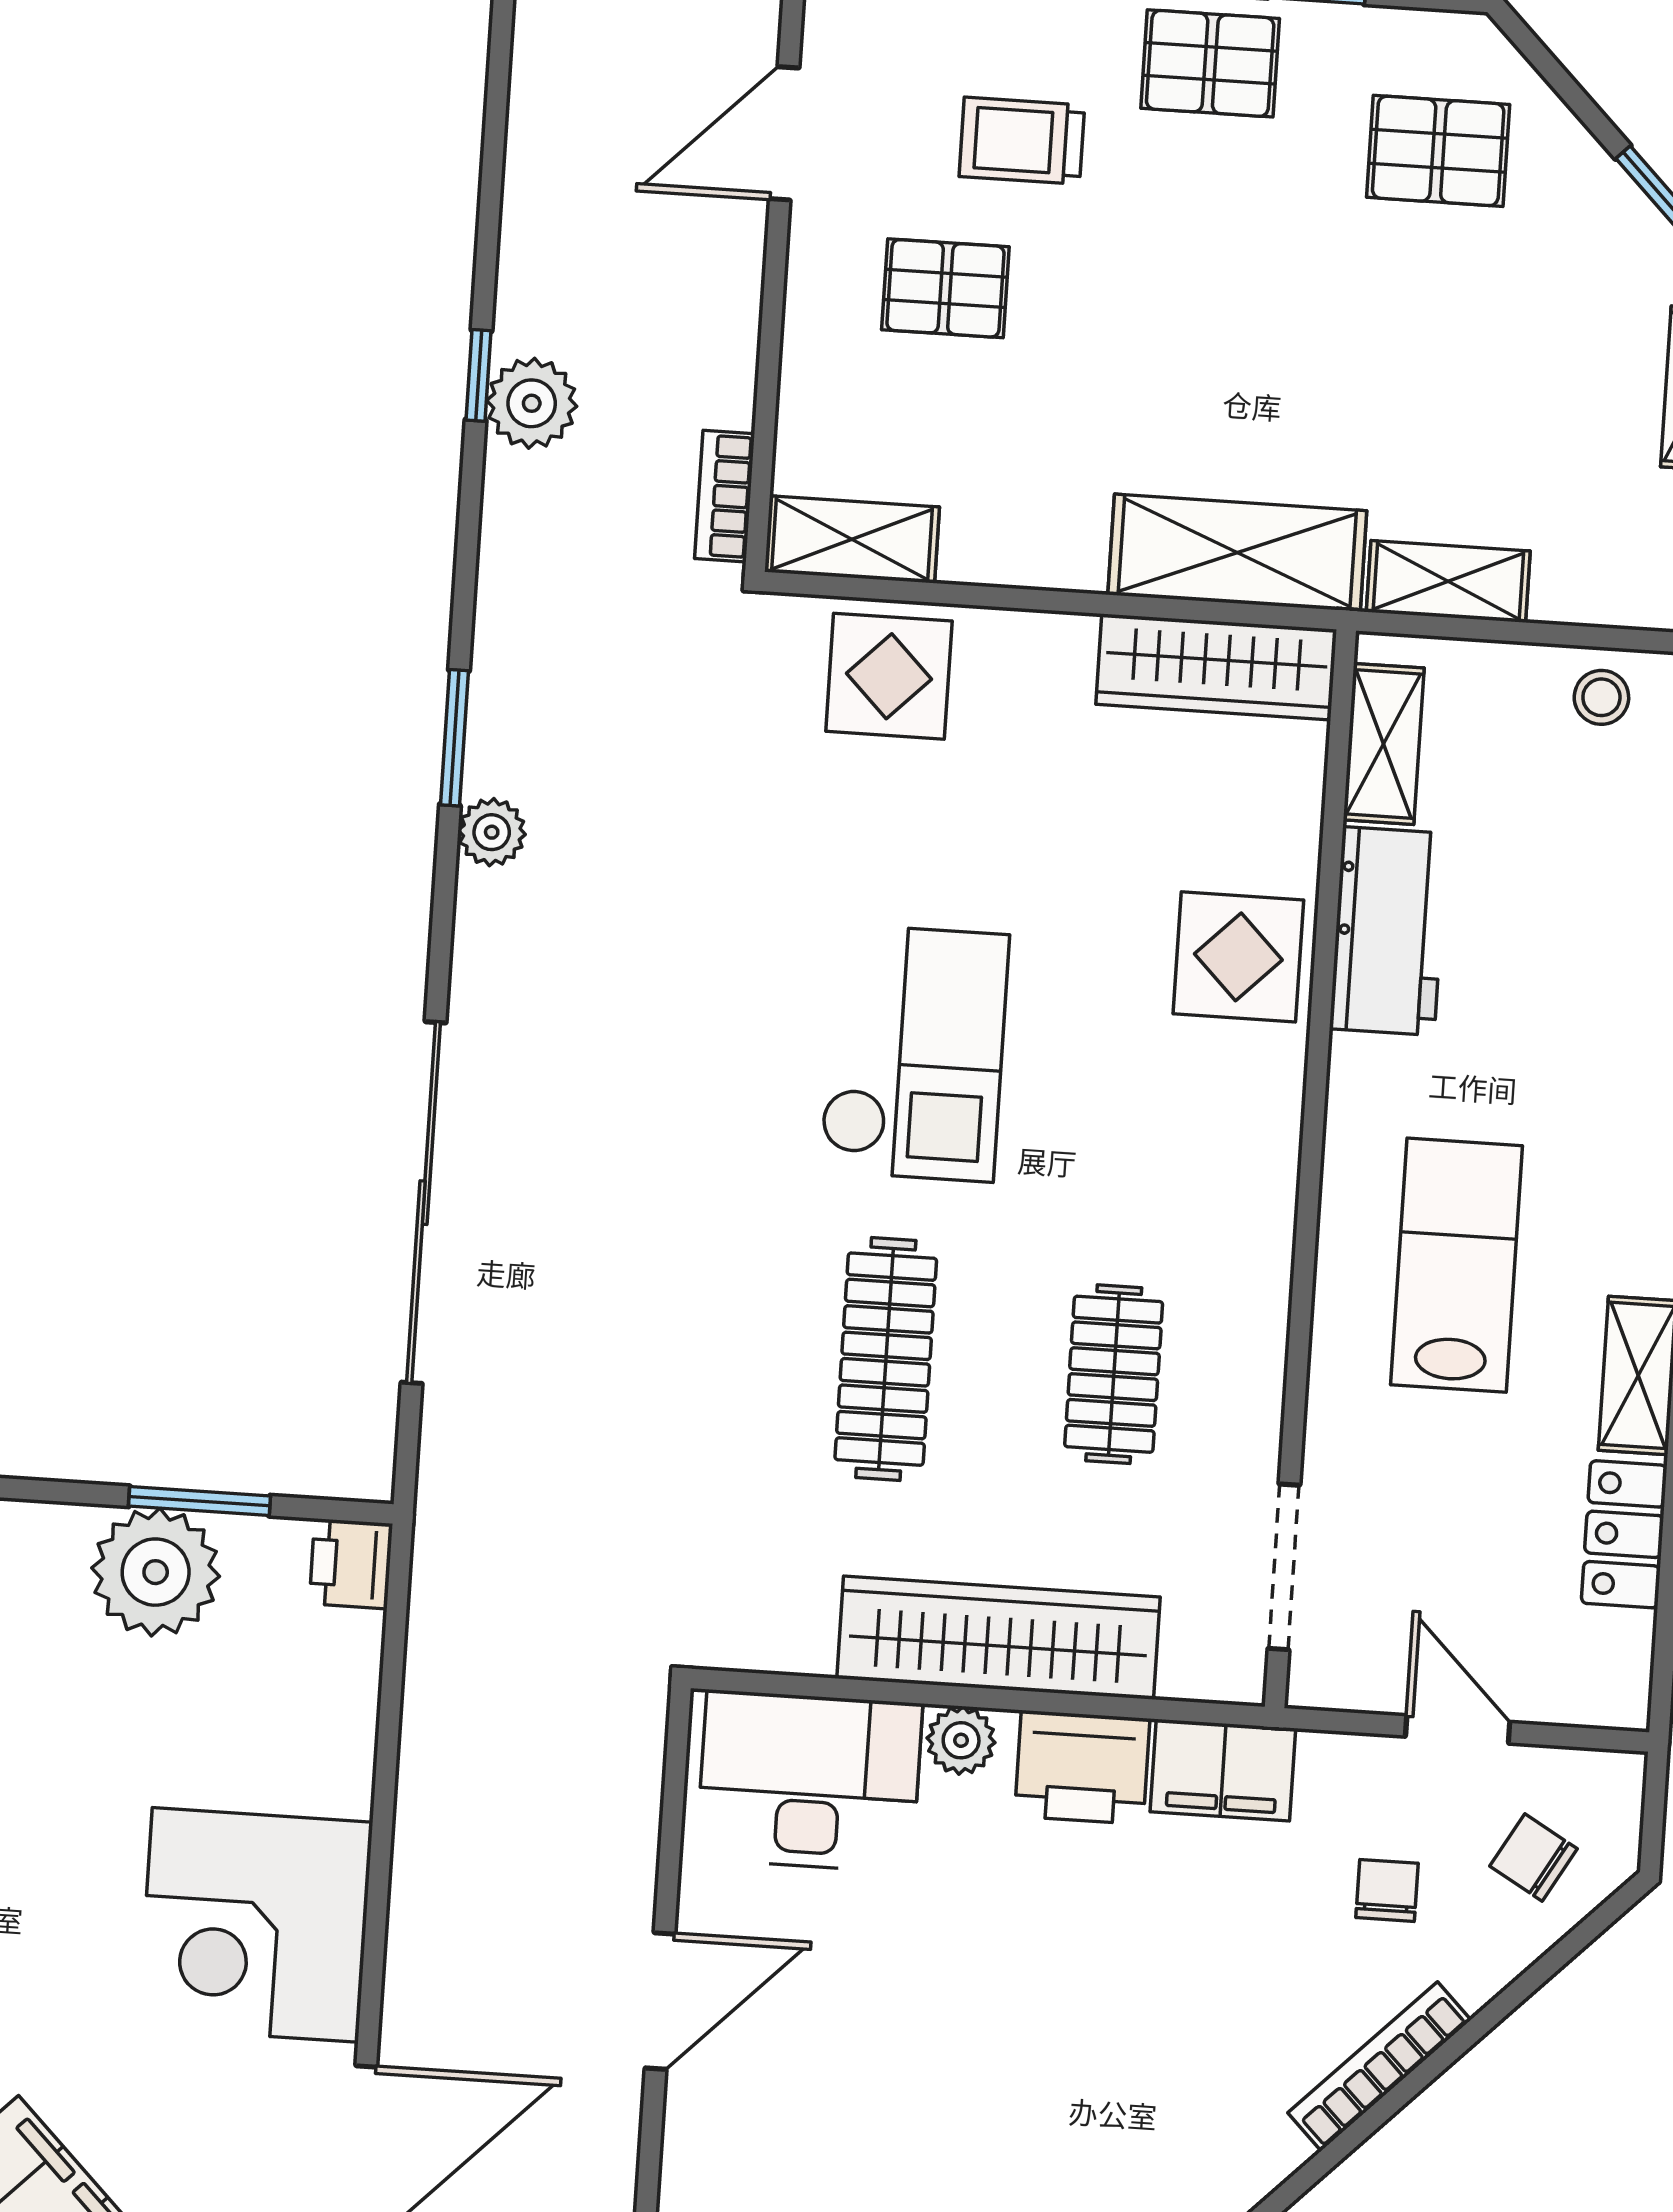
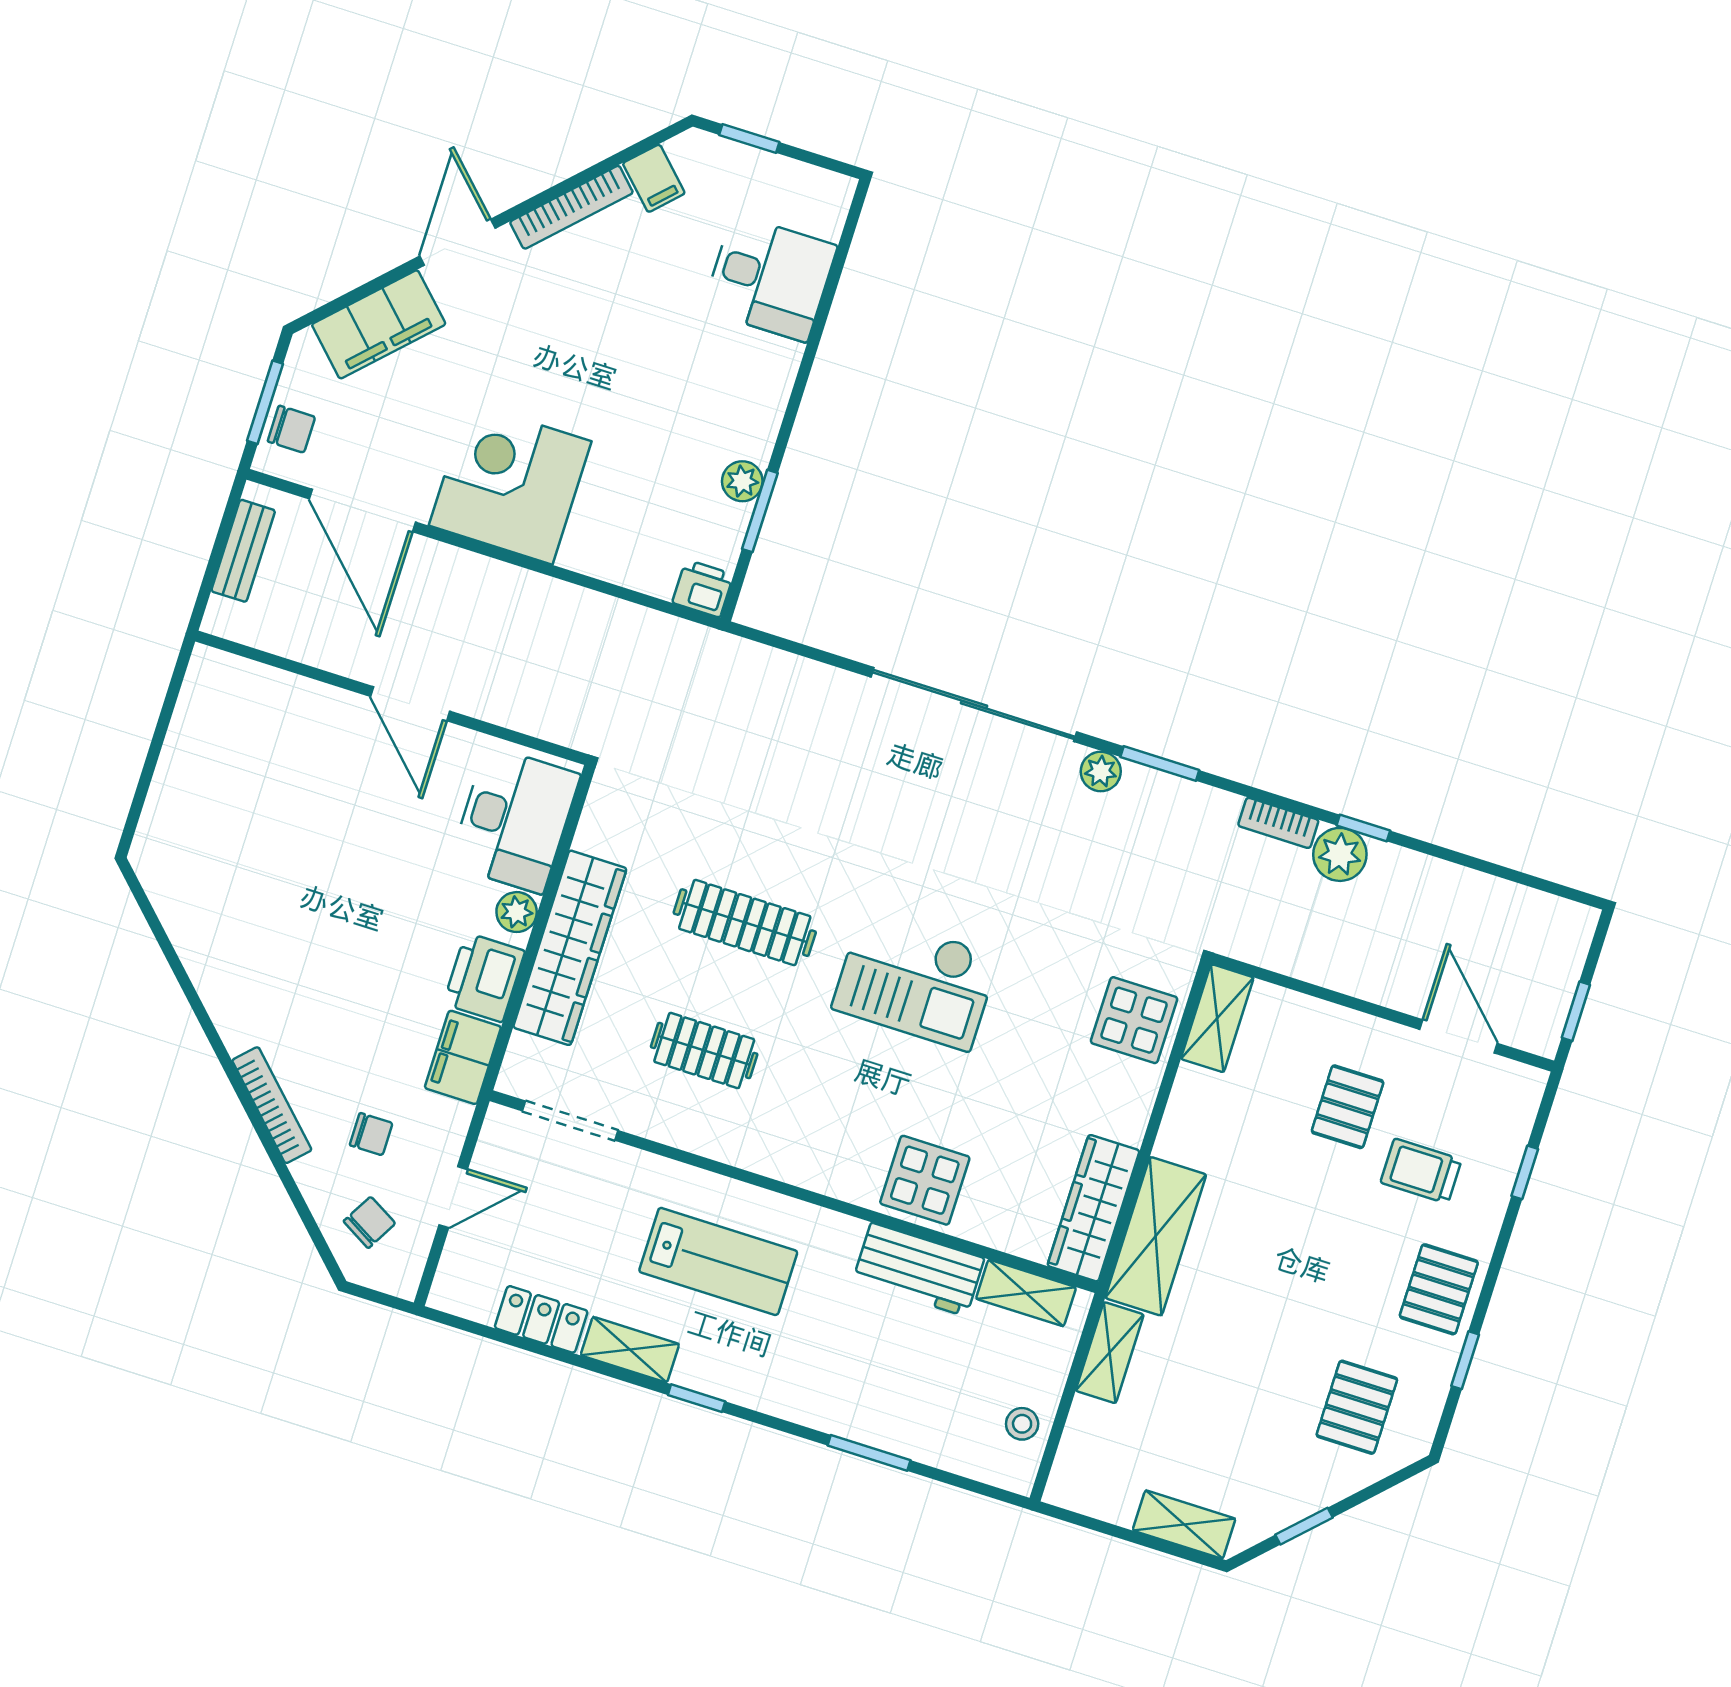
trolley: (1022, 141) -> (1421, 1171), turned -90
bookcase: (725, 496) -> (1278, 823), moved, turned 180
sliding door: (424, 1203) -> (974, 705), moved
plant: (156, 1572) -> (742, 481), width x0.53, depth x0.53

